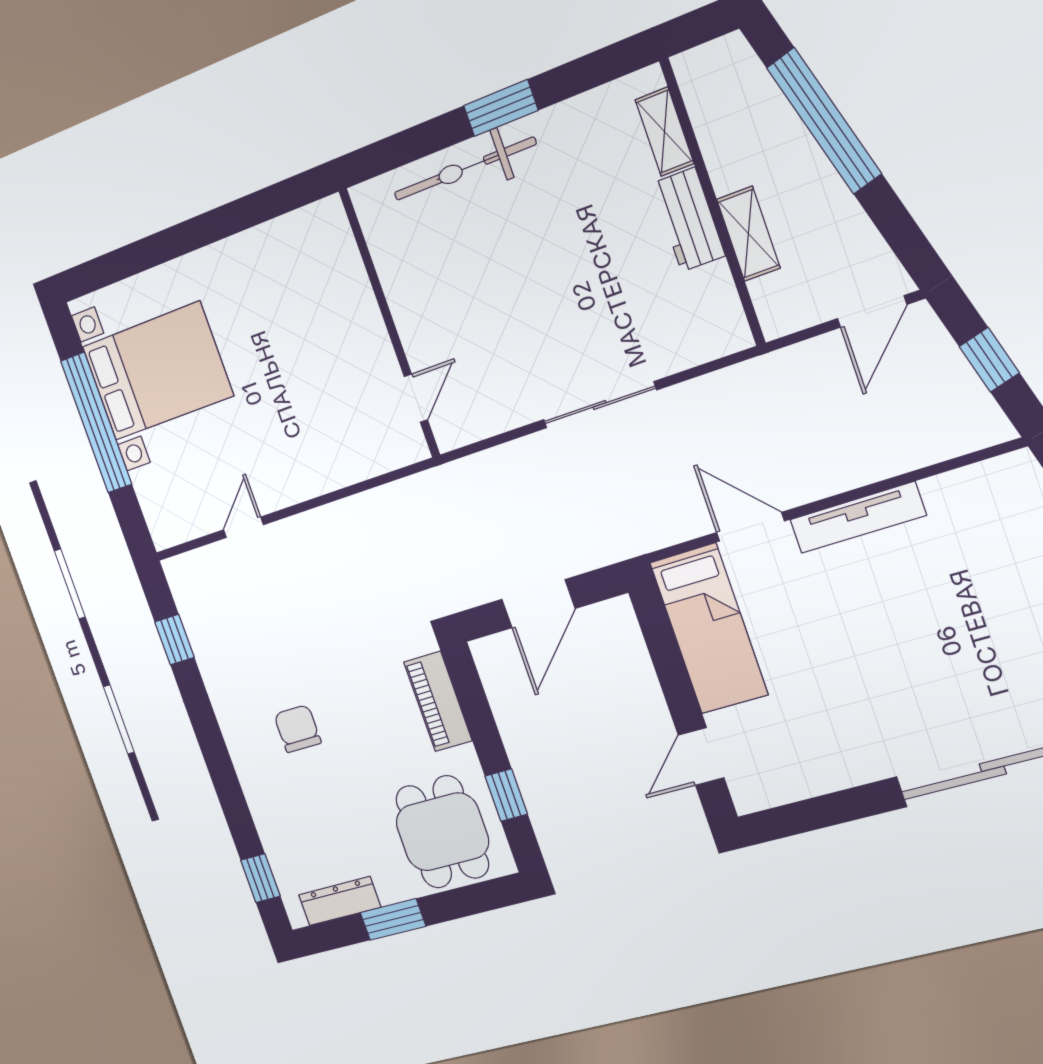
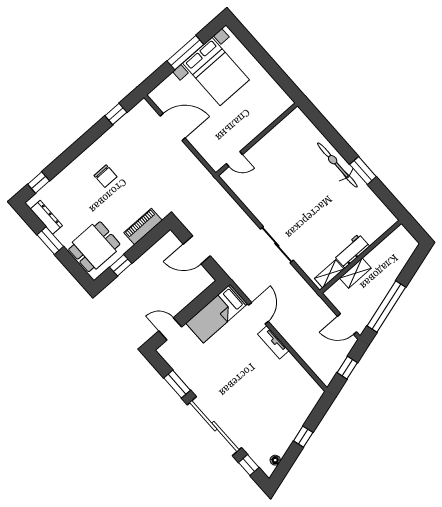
window: (824, 121) -> (386, 306), moved
shelving: (664, 132) -> (329, 274), moved
wall: (390, 323) -> (257, 139), moved
door: (416, 398) -> (234, 159), moved
window: (96, 423) -> (185, 53), width x0.68
tv unit: (858, 517) -> (273, 342), width x0.71
door: (243, 527) -> (173, 127), width x1.88
chair: (297, 729) -> (106, 176), turned 90
window: (844, 806) -> (177, 384), added

